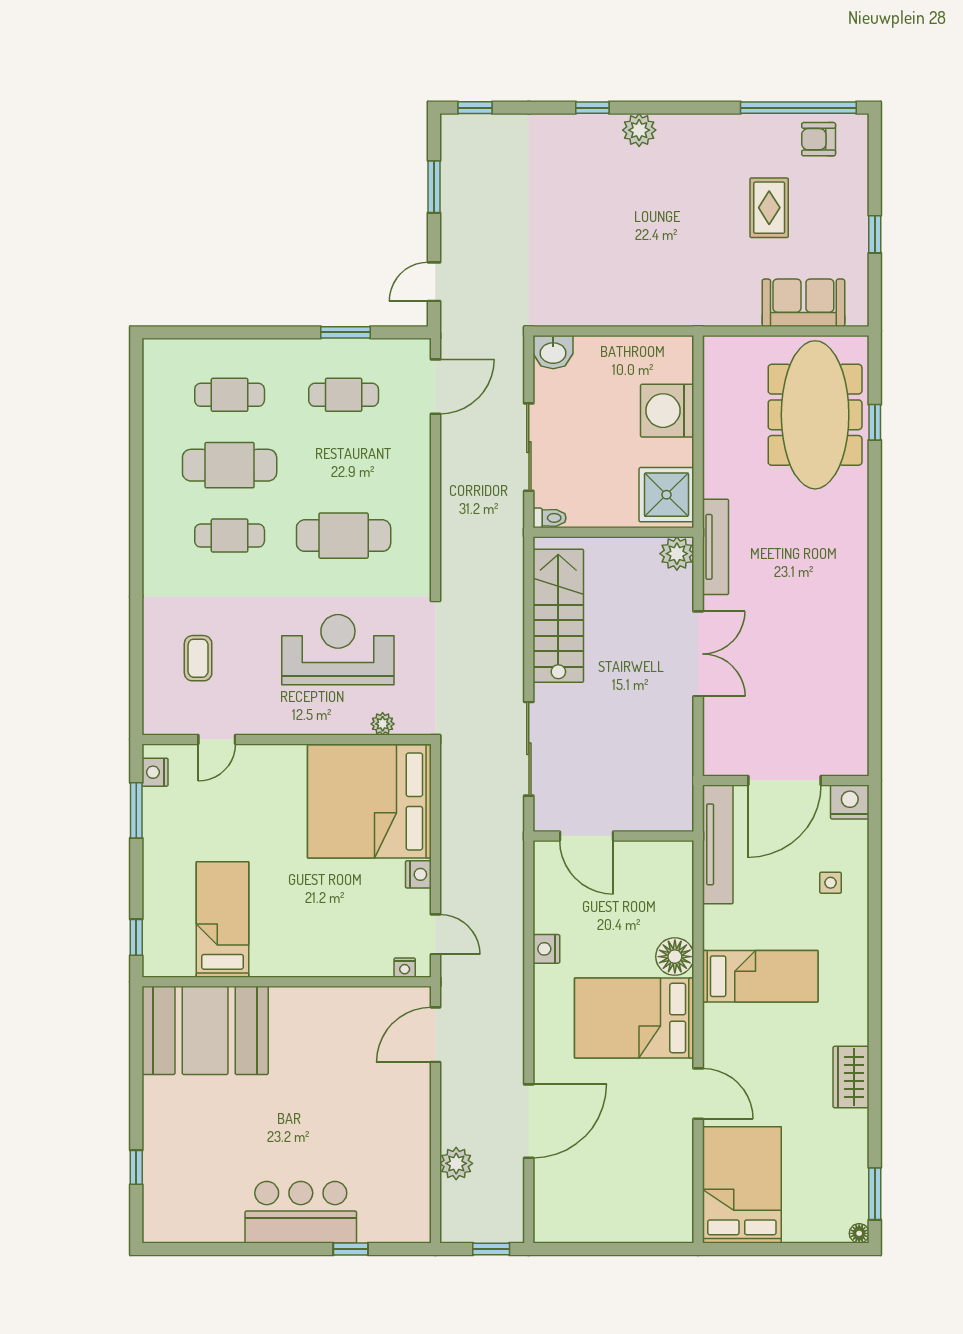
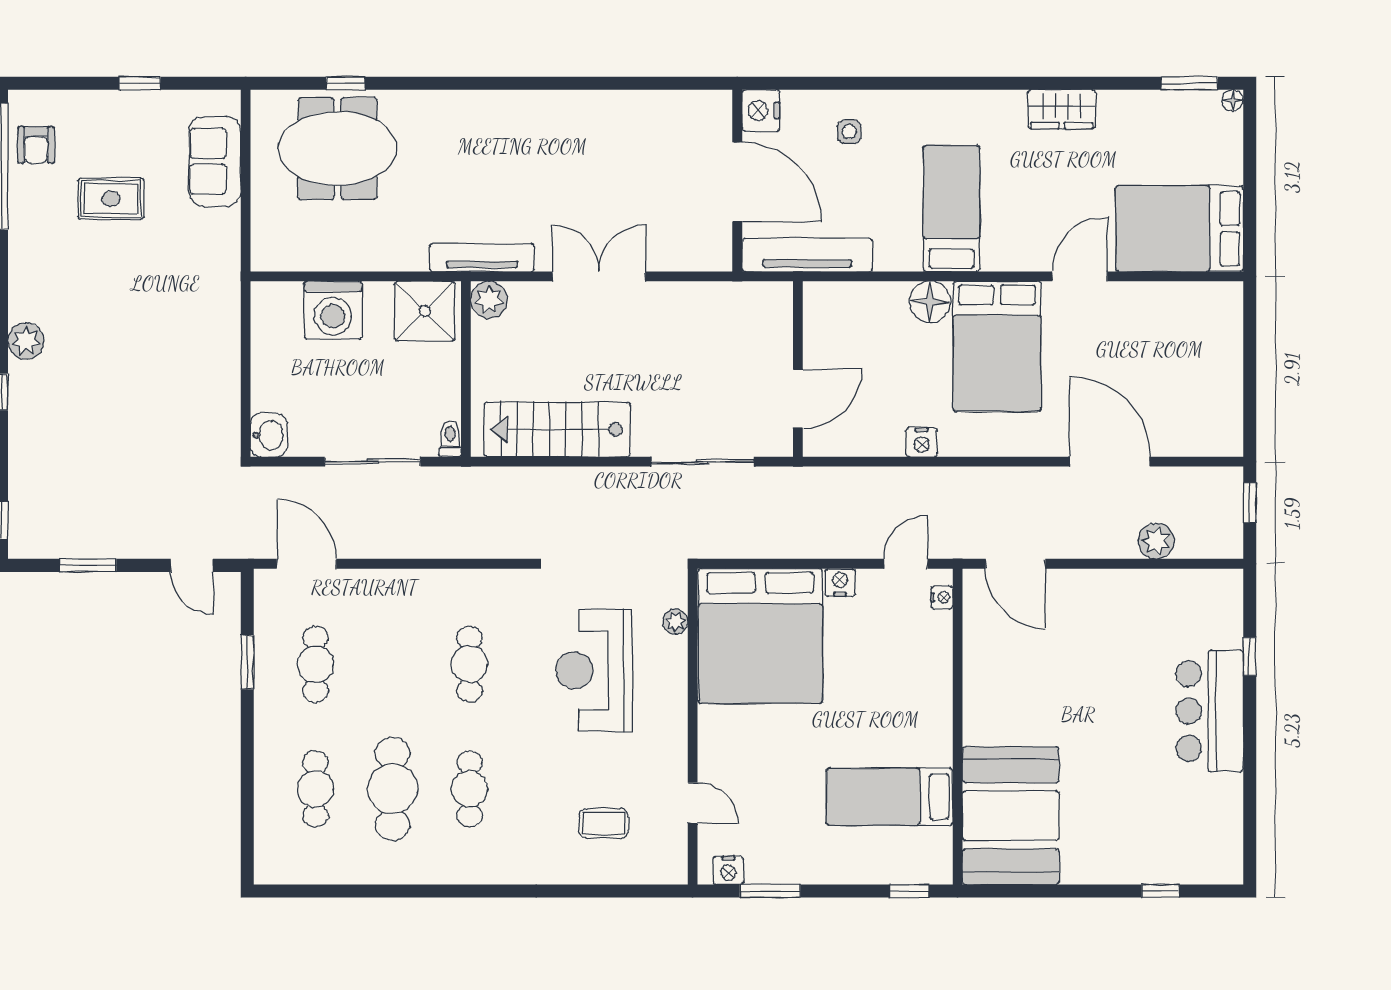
meeting table: (815, 415) -> (337, 149), width x0.73
cafe table: (344, 536) -> (469, 664), width x0.73, depth x0.74

